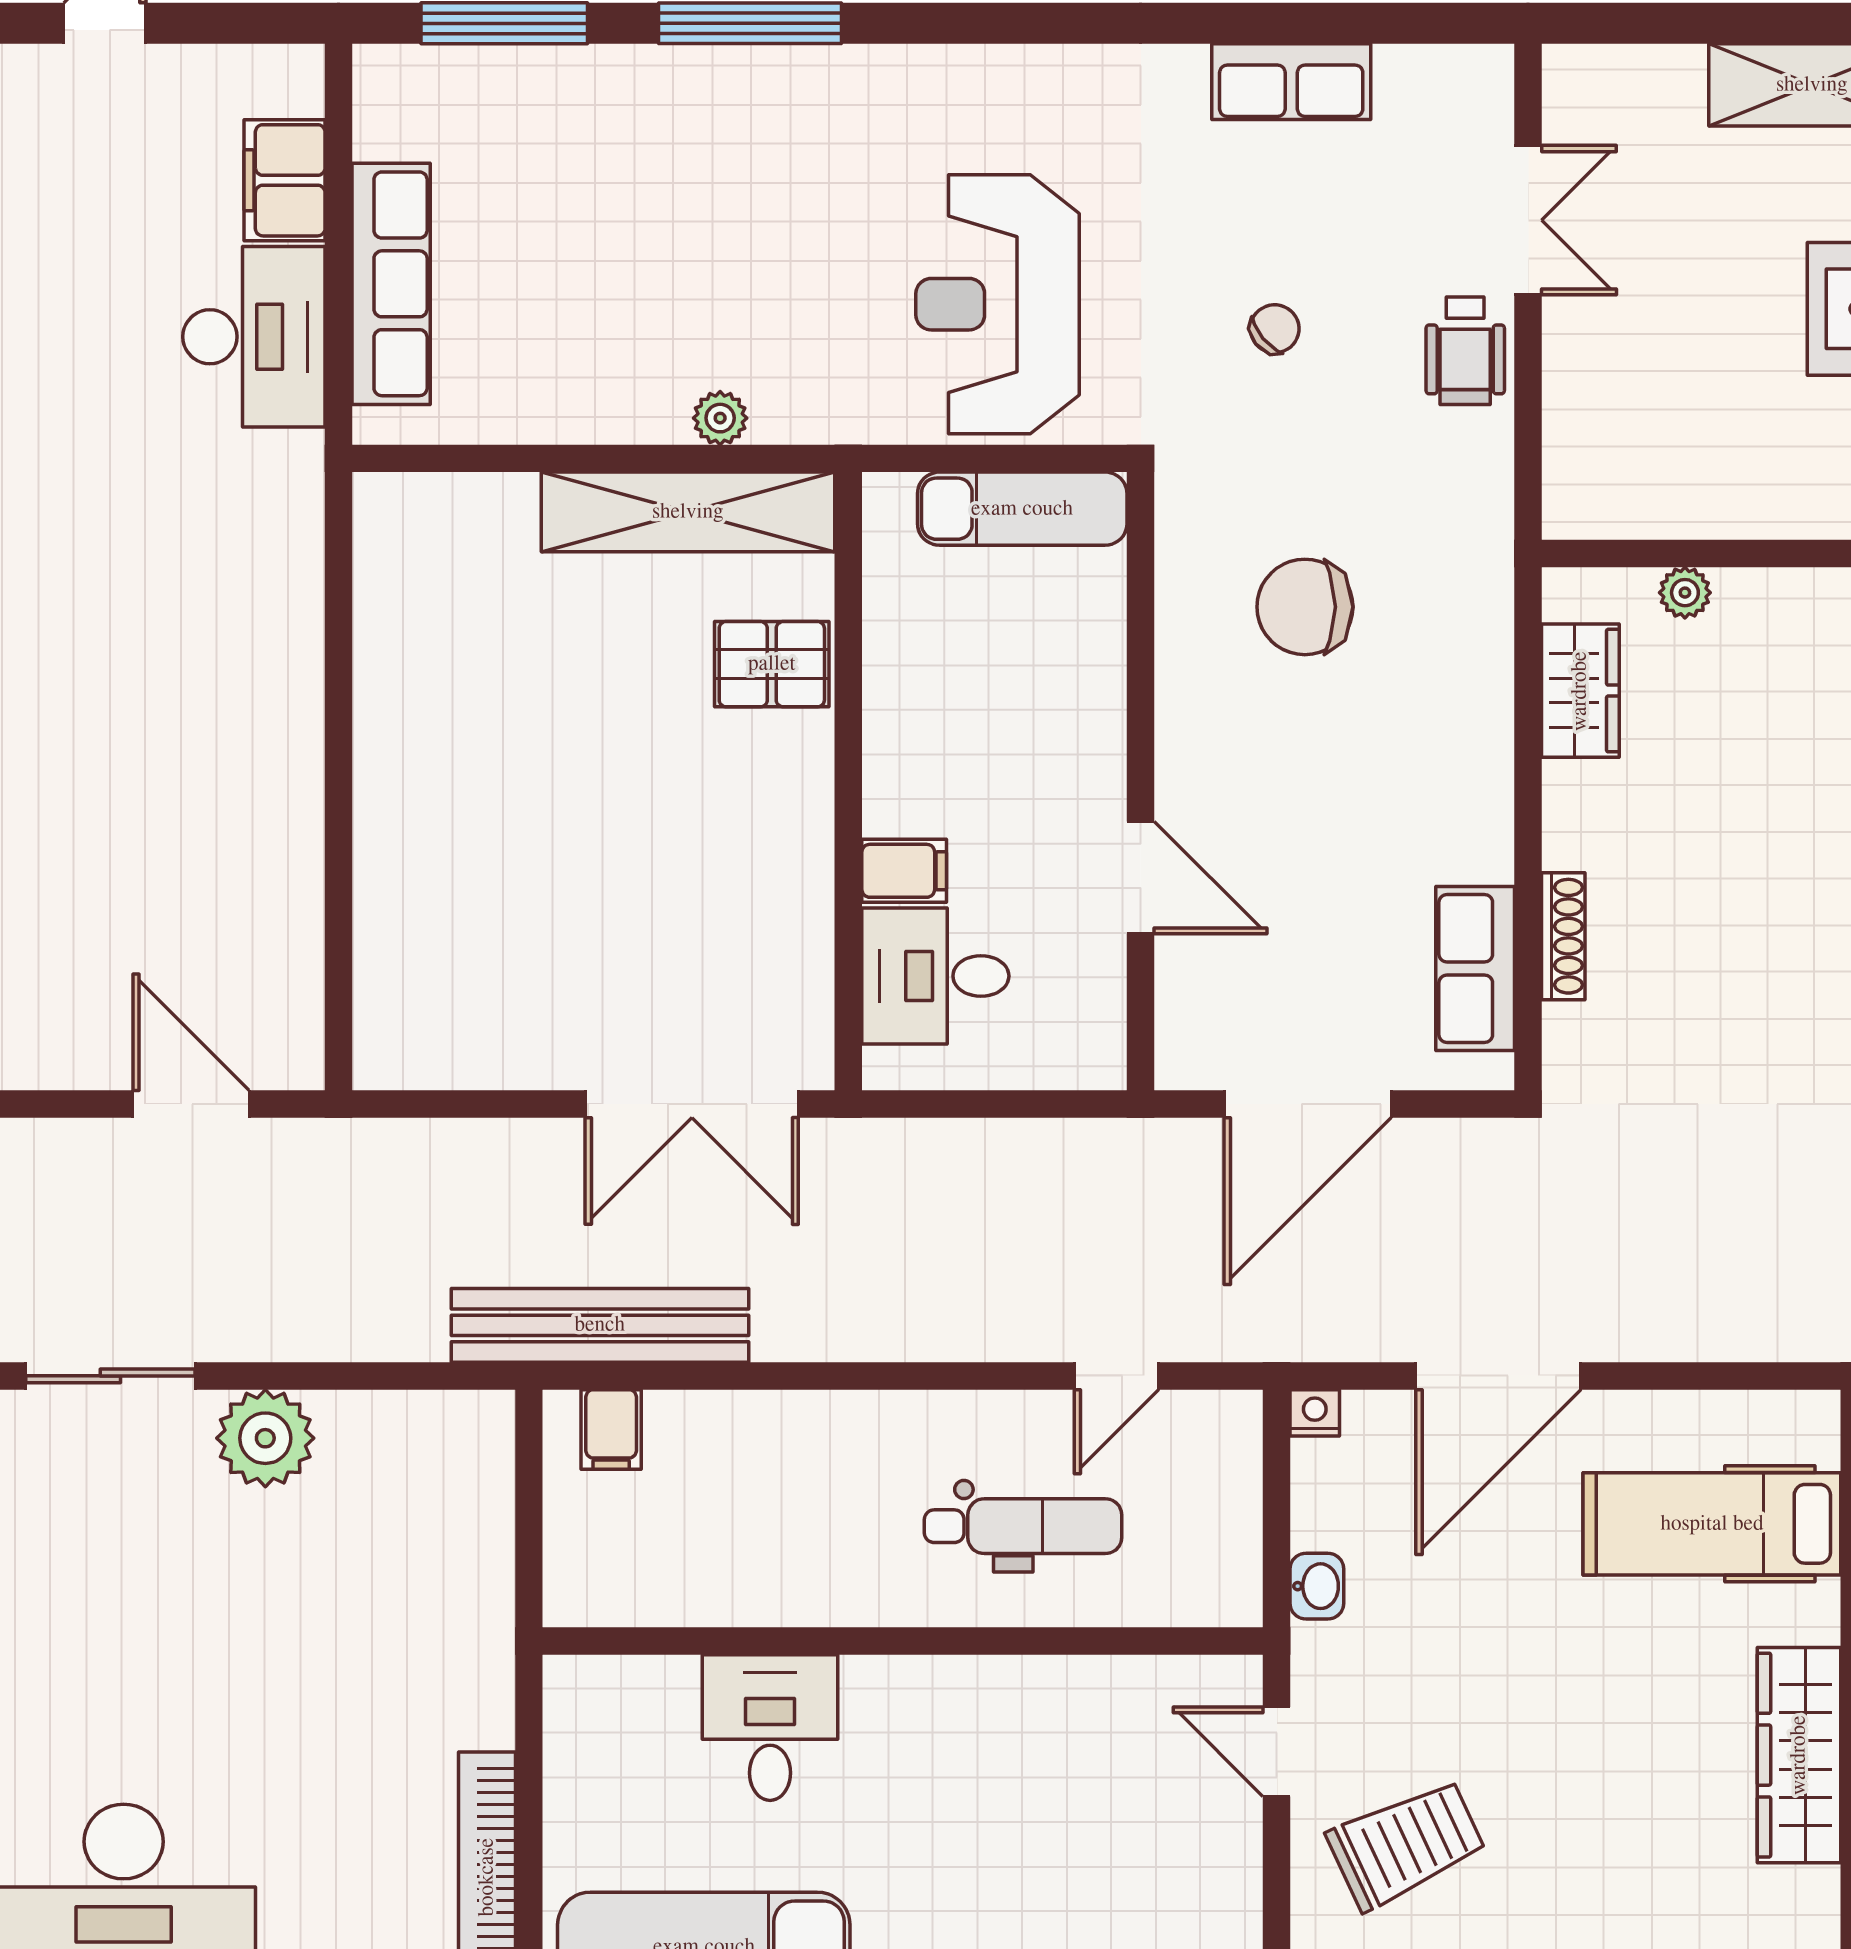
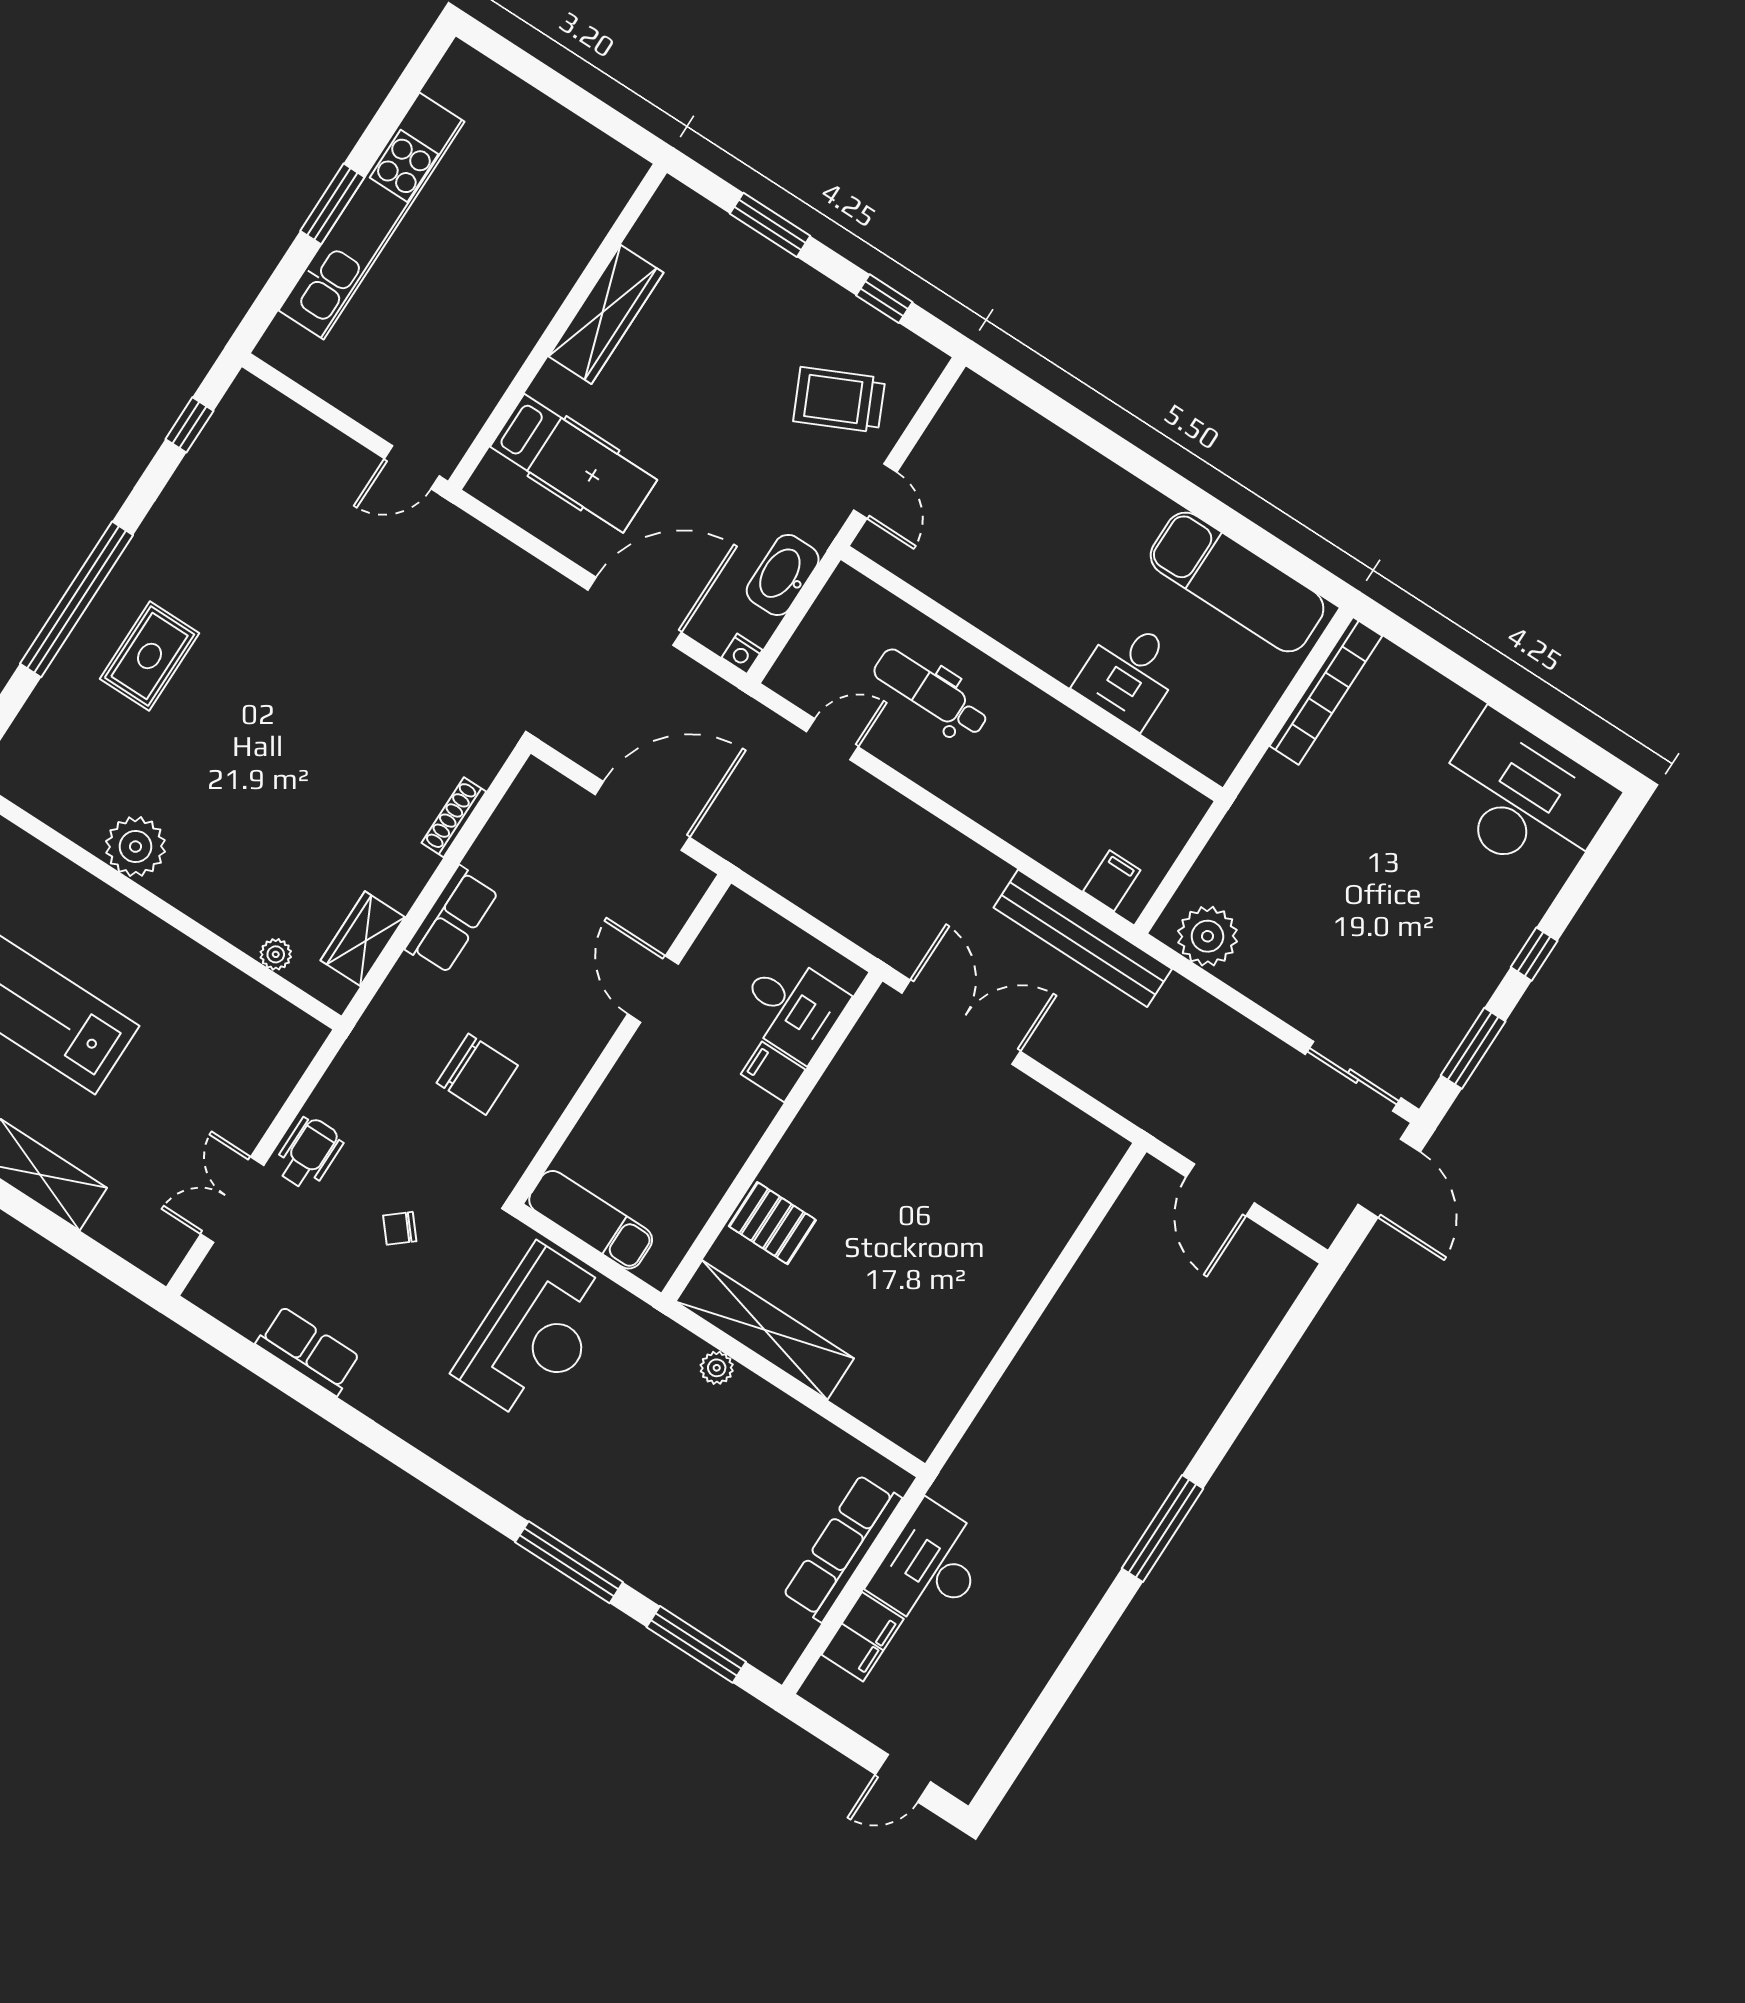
row of seats: (1475, 969) -> (452, 920), moved
plant: (265, 1438) -> (1207, 936), moved
washbasin: (1317, 1586) -> (783, 575), width x1.91, depth x1.45

